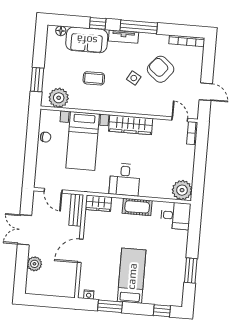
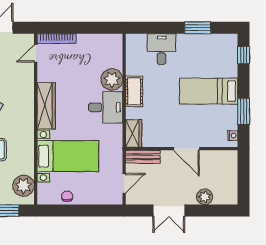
bookcase: (192, 133) -> (57, 39), width x1.56
plant: (182, 190) -> (112, 80), moved
desk: (176, 216) -> (161, 49), moved

